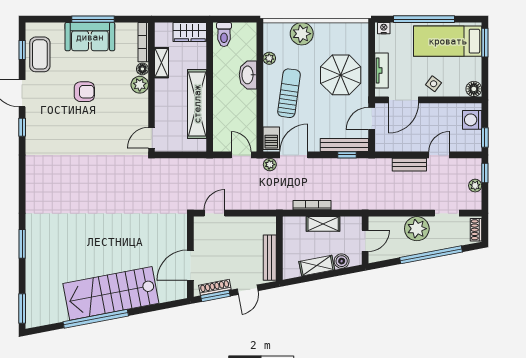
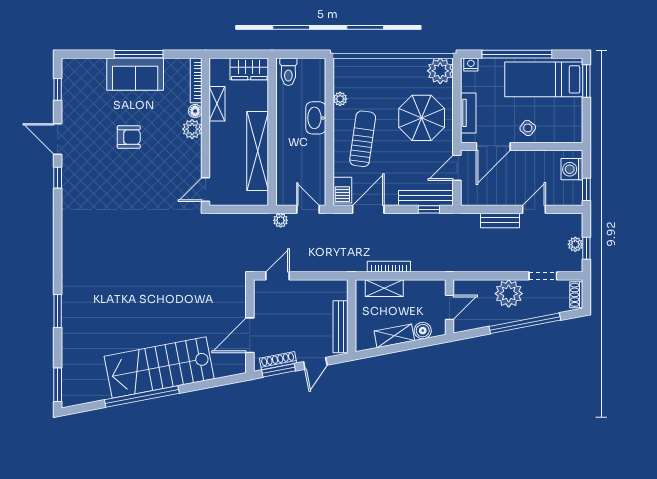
plant: (302, 34) -> (440, 71), moved
coffee table: (40, 54) -> (78, 94), removed
floor lamp: (474, 89) -> (574, 134), removed
plant: (270, 165) -> (281, 220), moved
window: (485, 173) -> (586, 248), moved
shelving: (323, 224) -> (384, 288), moved

